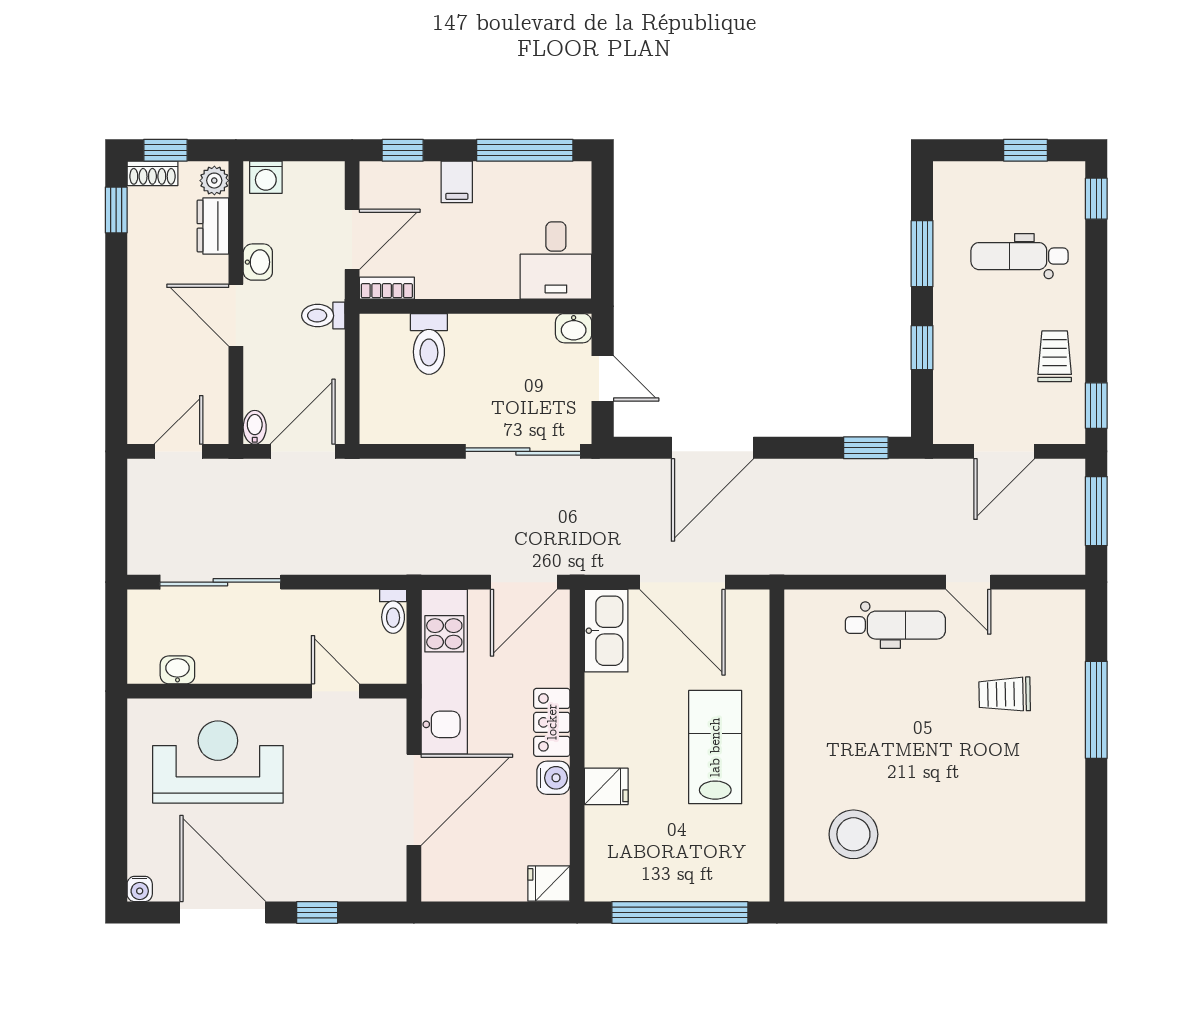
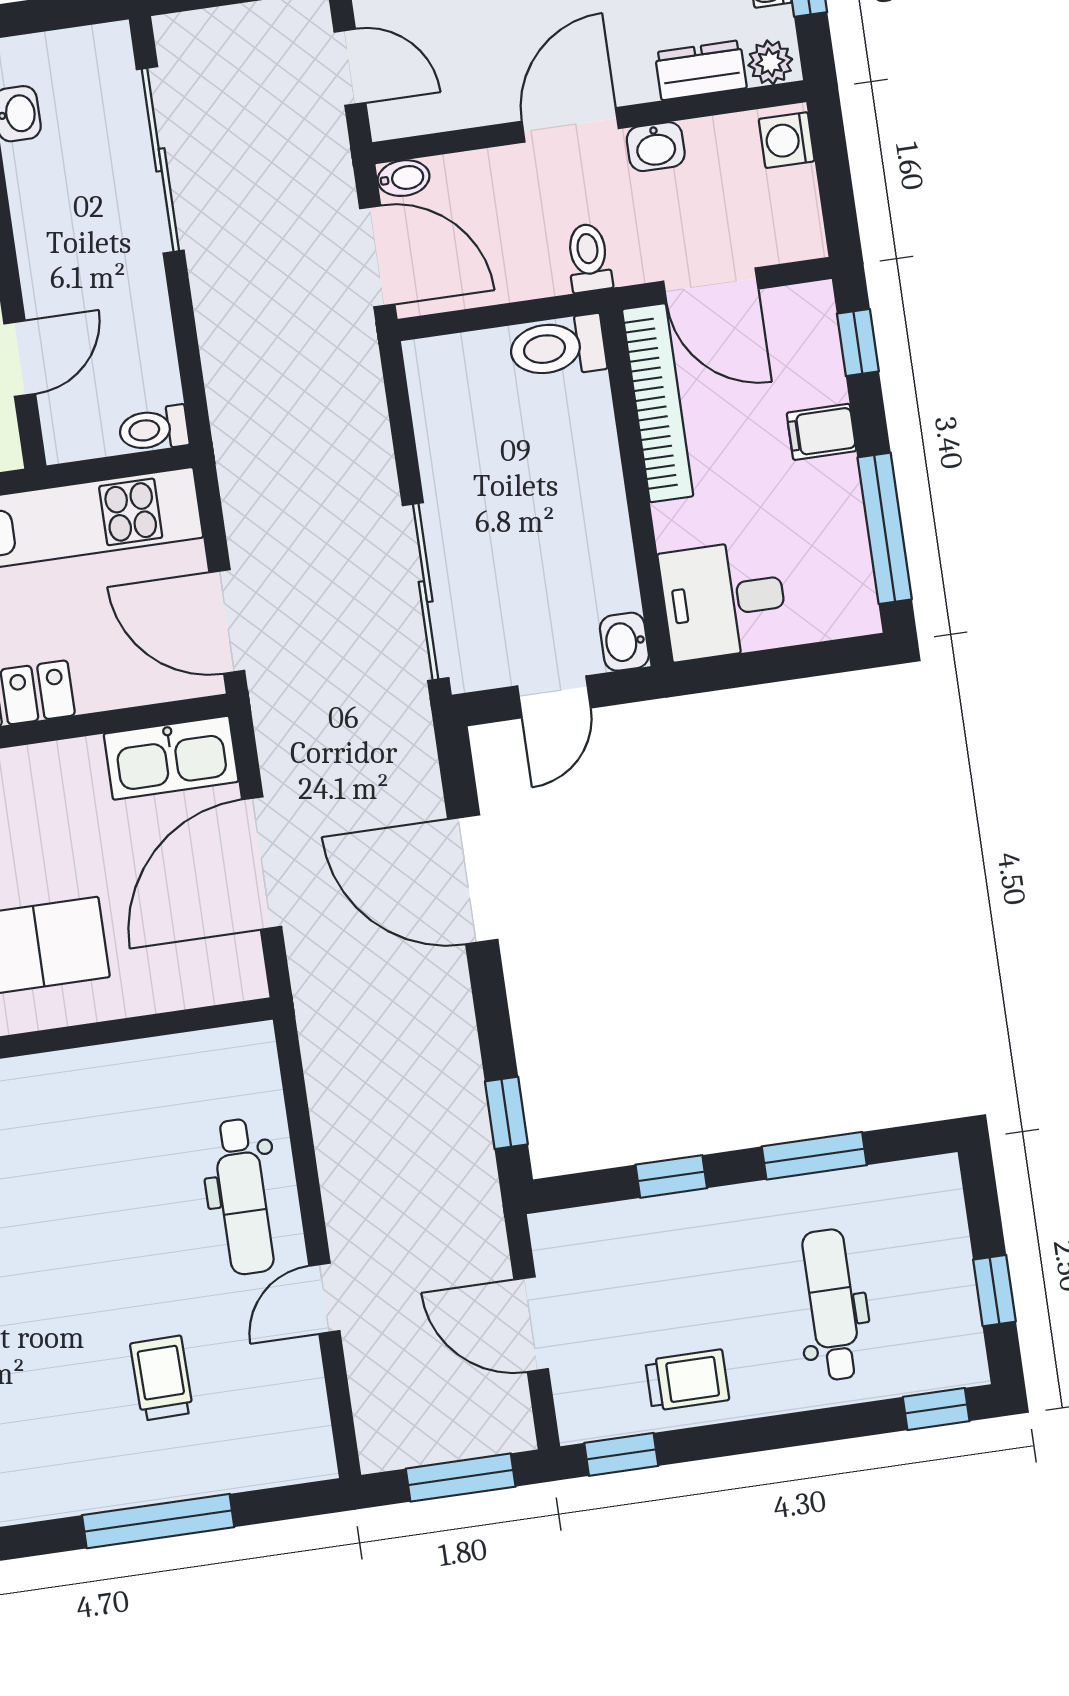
bookcase: (387, 288) -> (658, 403), width x2.31, depth x1.31
toilet: (429, 344) -> (557, 347), moved

